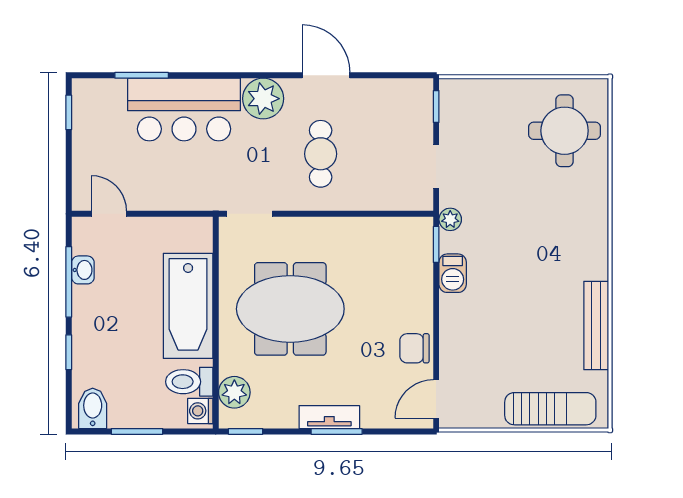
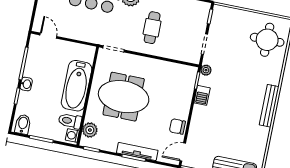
washbasin: (83, 270) -> (26, 84), moved
bench: (596, 326) -> (269, 106), moved
tv unit: (329, 417) -> (137, 152), width x1.41

